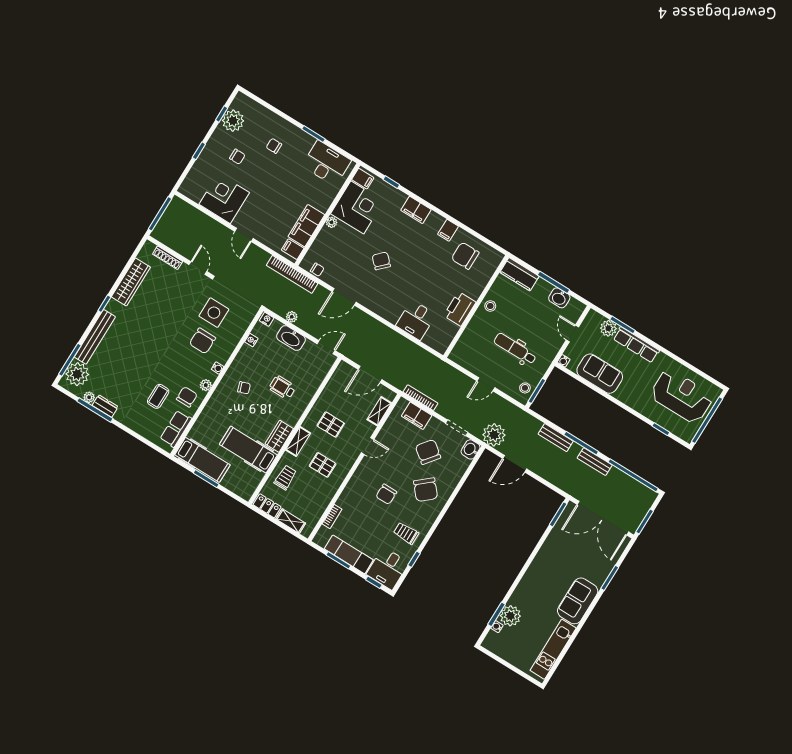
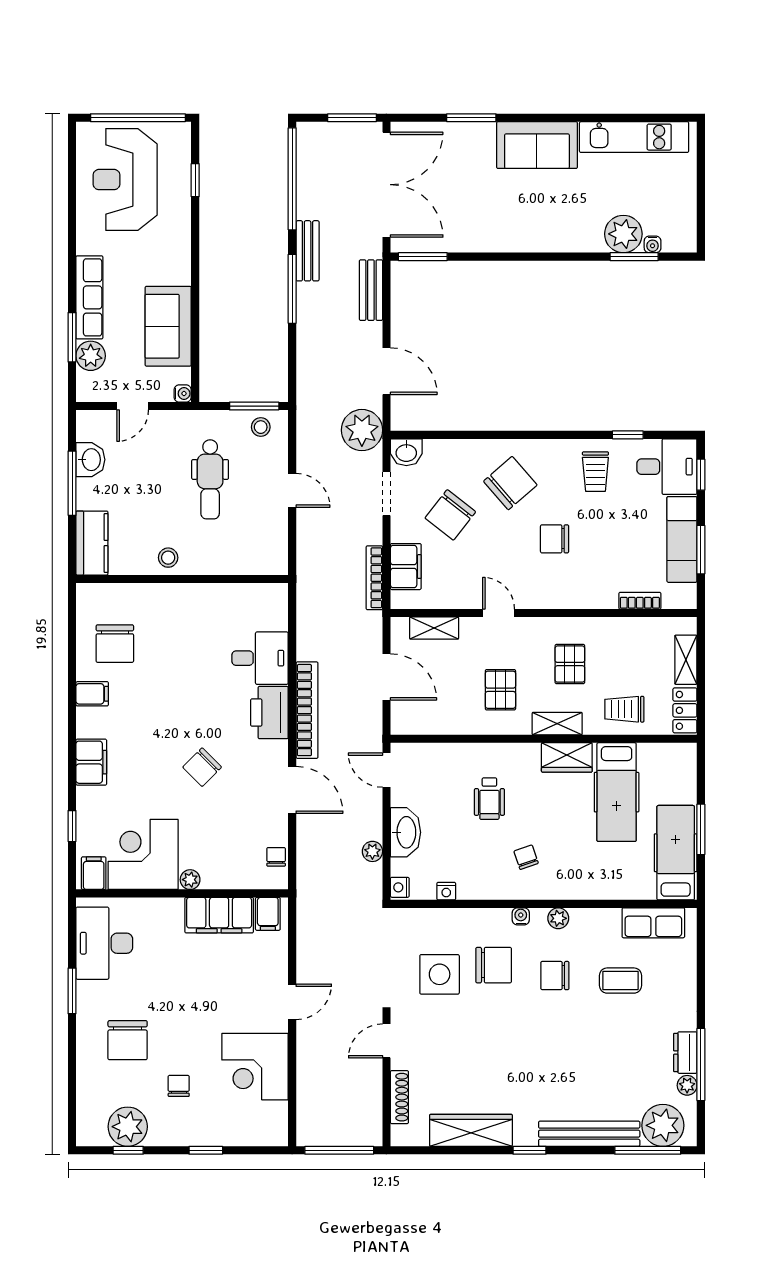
chair: (274, 146) -> (128, 1040), width x1.87, depth x1.87
bookcase: (292, 274) -> (307, 710), moved
printer: (460, 309) -> (269, 713), moved, turned 90
chair: (187, 397) -> (555, 976), moved
bench: (556, 438) -> (371, 290), moved
chair: (386, 494) -> (555, 539), turned 180

